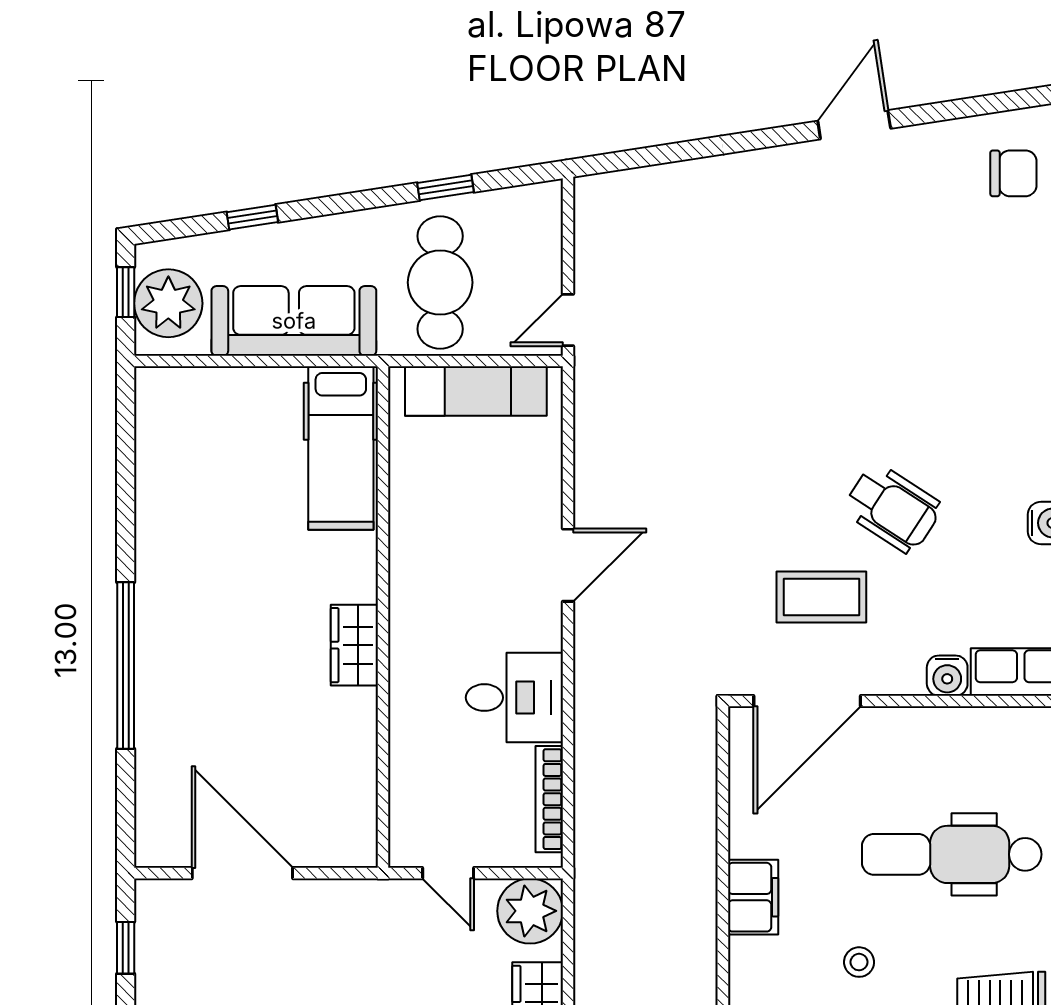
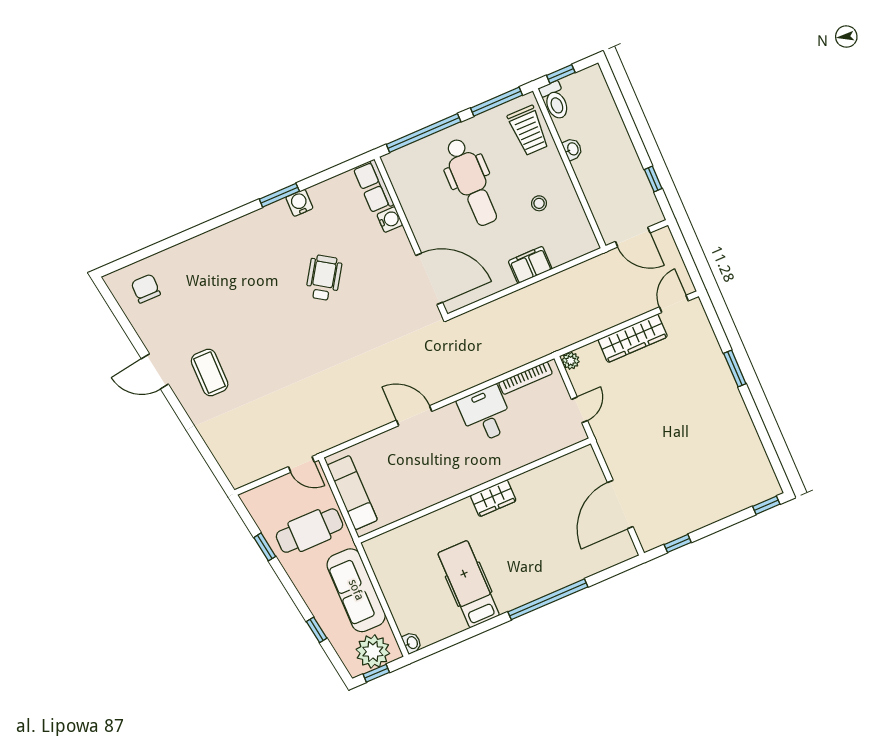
washbasin: (153, 382) -> (412, 643), added
hospital bed: (341, 448) -> (469, 584), moved, turned -90
coffee table: (821, 597) -> (210, 372), moved
plant: (530, 911) -> (571, 361), width x0.53, depth x0.53

